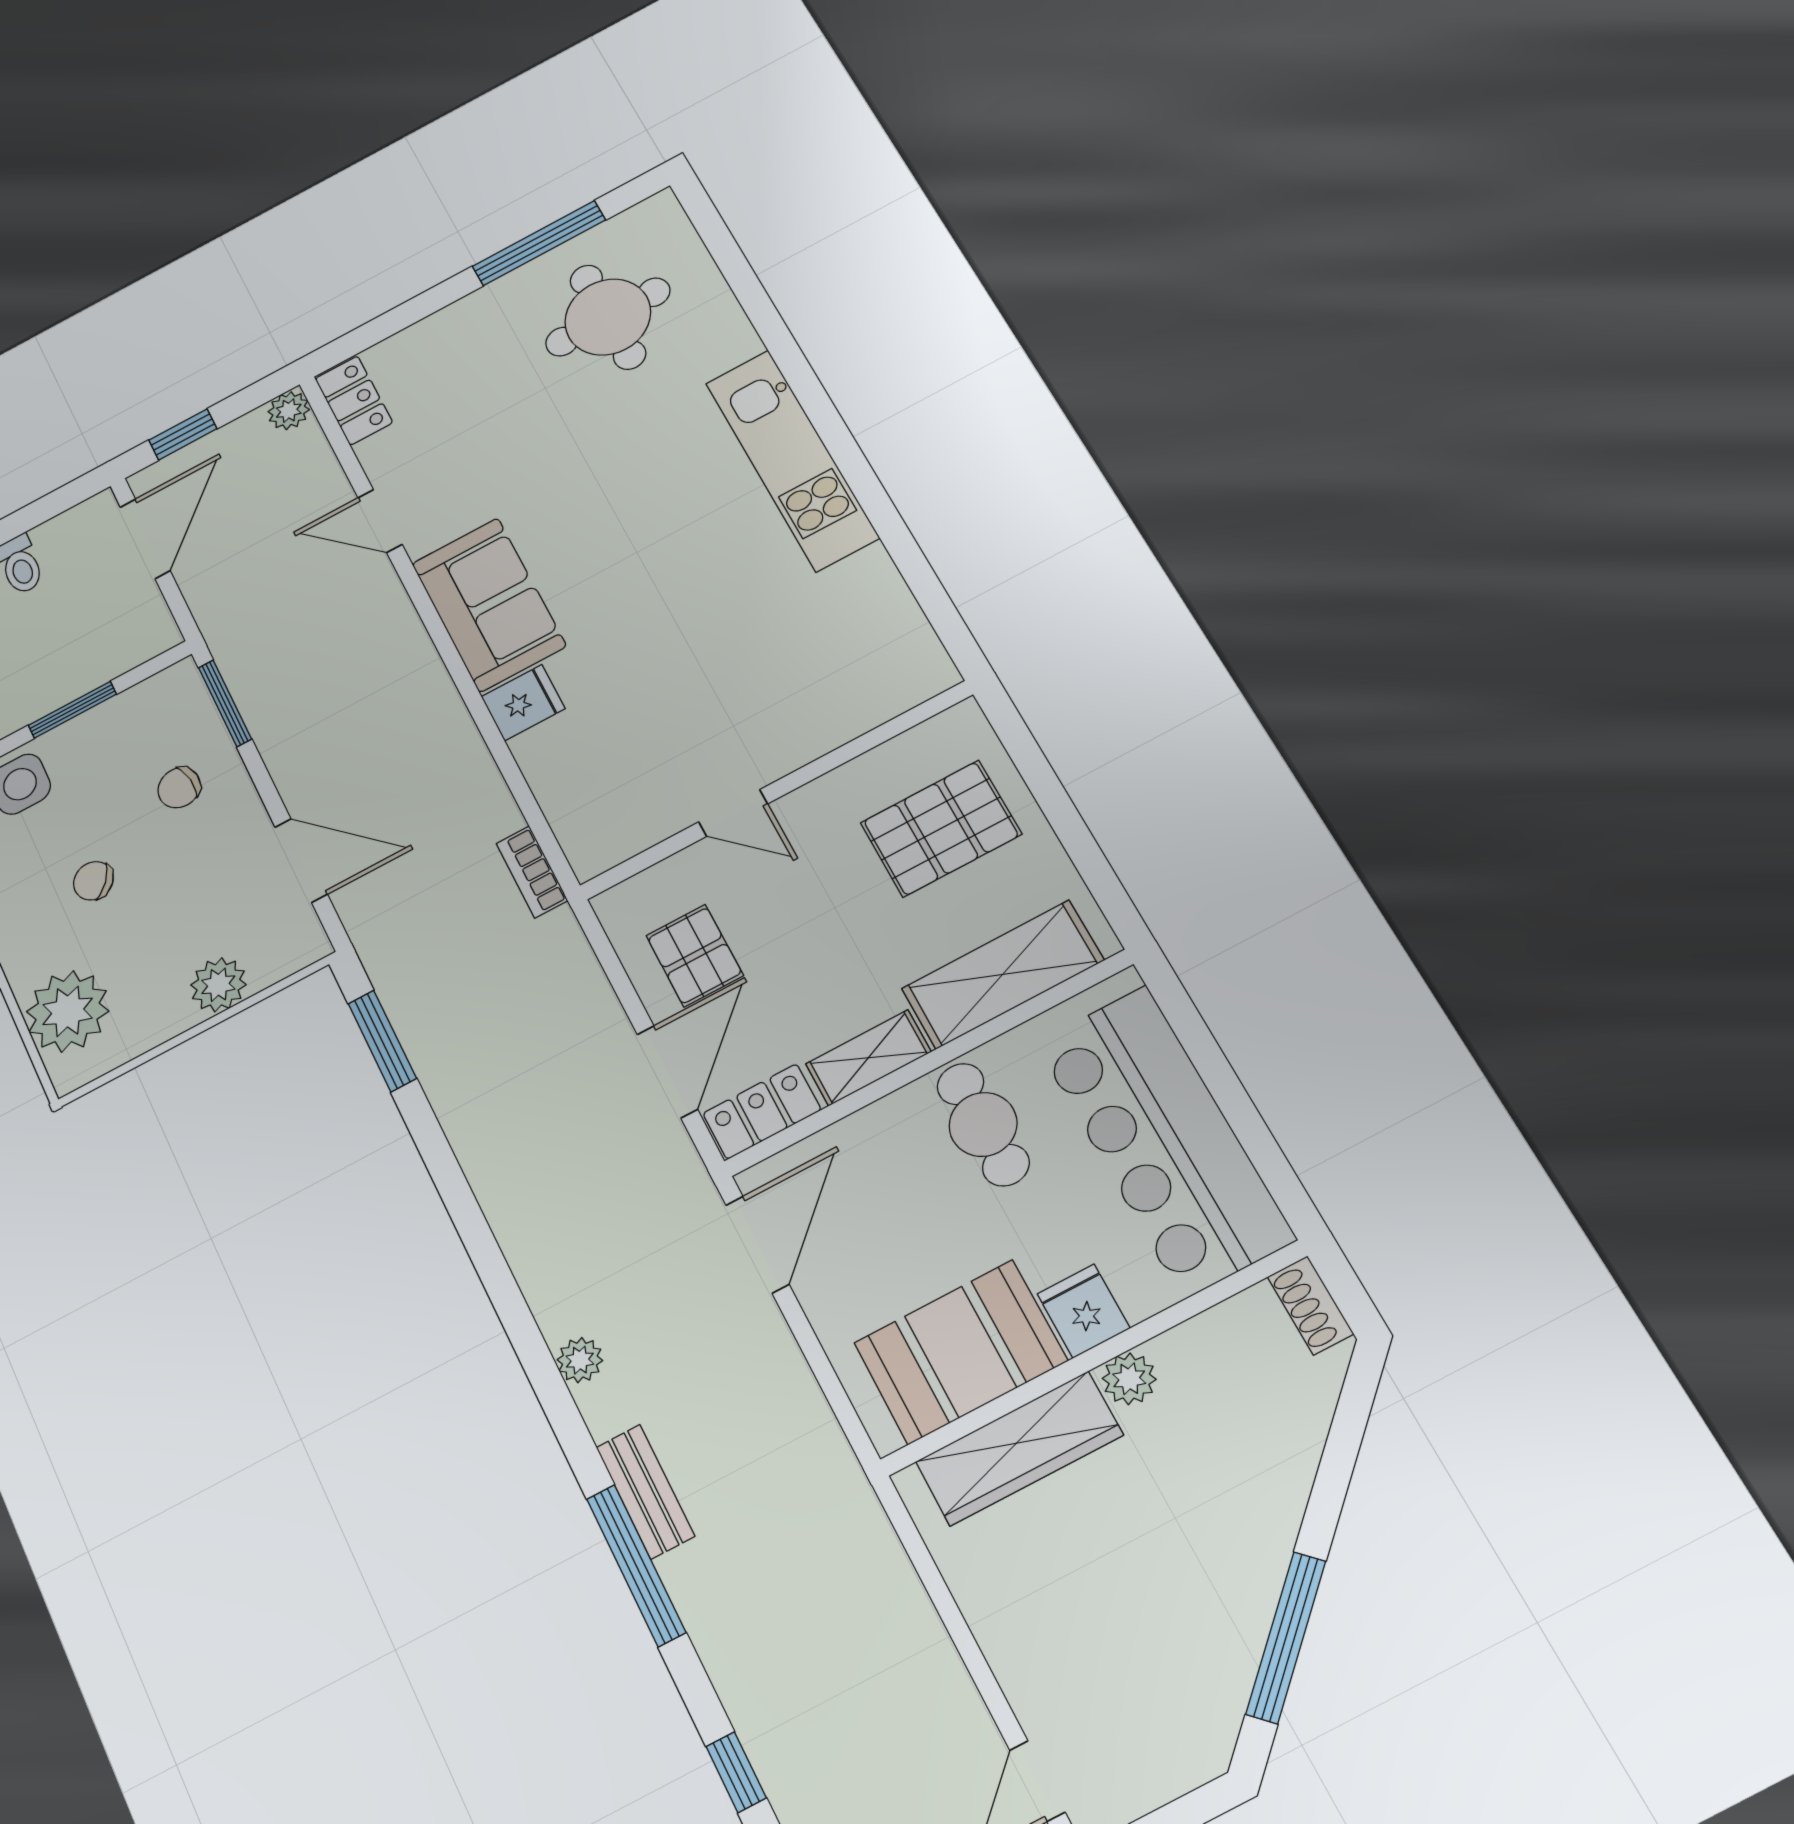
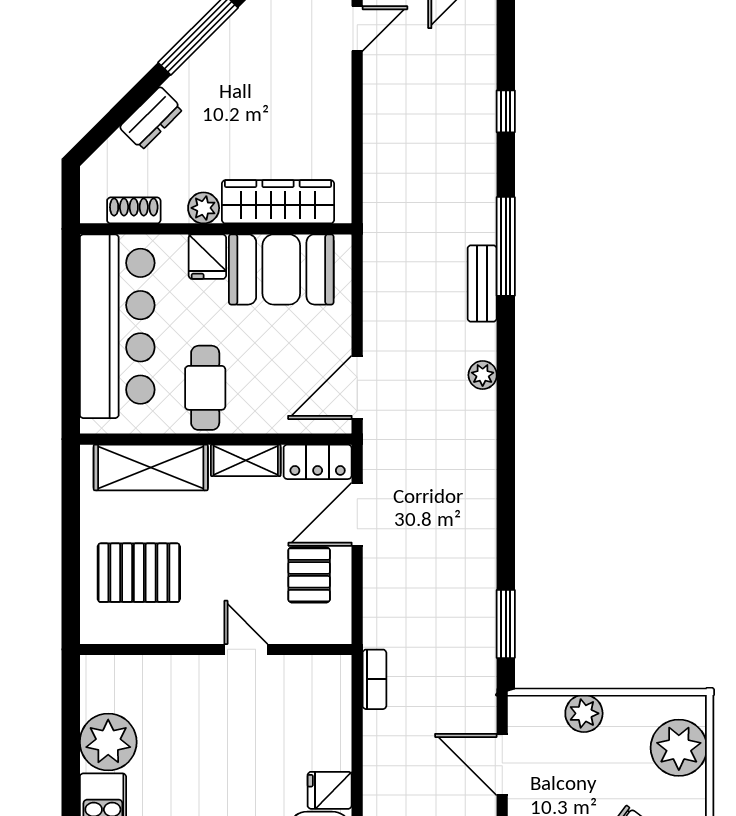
plant: (863, 597) -> (108, 742), added
shoe rack: (1310, 1305) -> (134, 210), moved, turned -90
dresser: (1287, 1470) -> (151, 118), added

